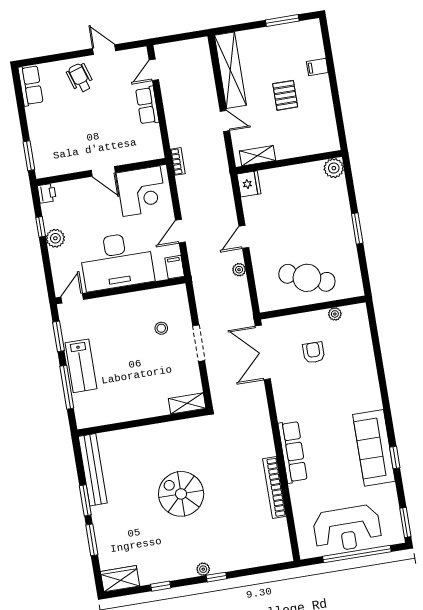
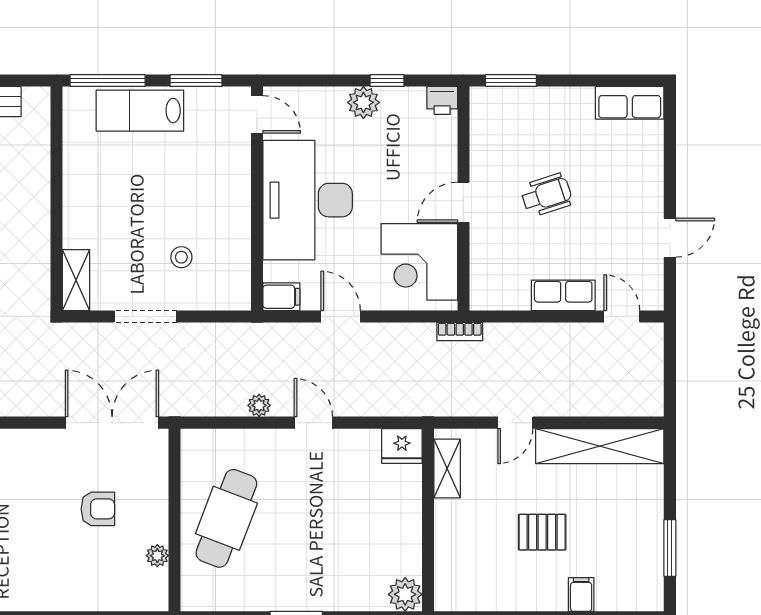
wheelchair: (80, 78) -> (547, 195), moved
shelving: (187, 403) -> (76, 280), moved
wall: (142, 422) -> (56, 198), moved

